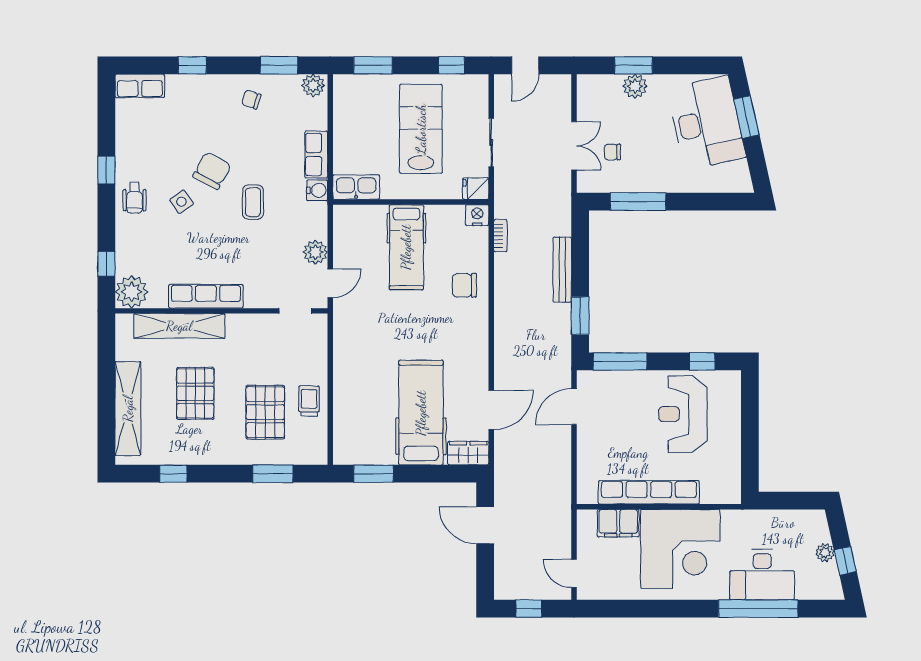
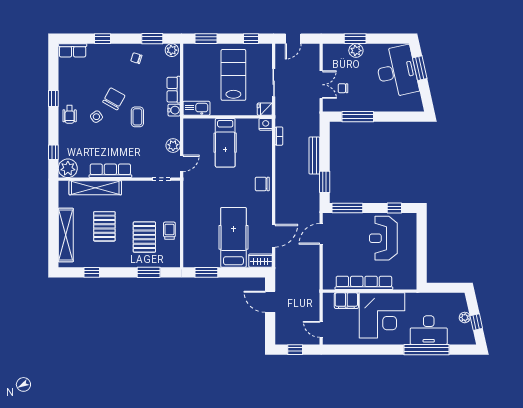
chair: (464, 285) -> (262, 184), moved

